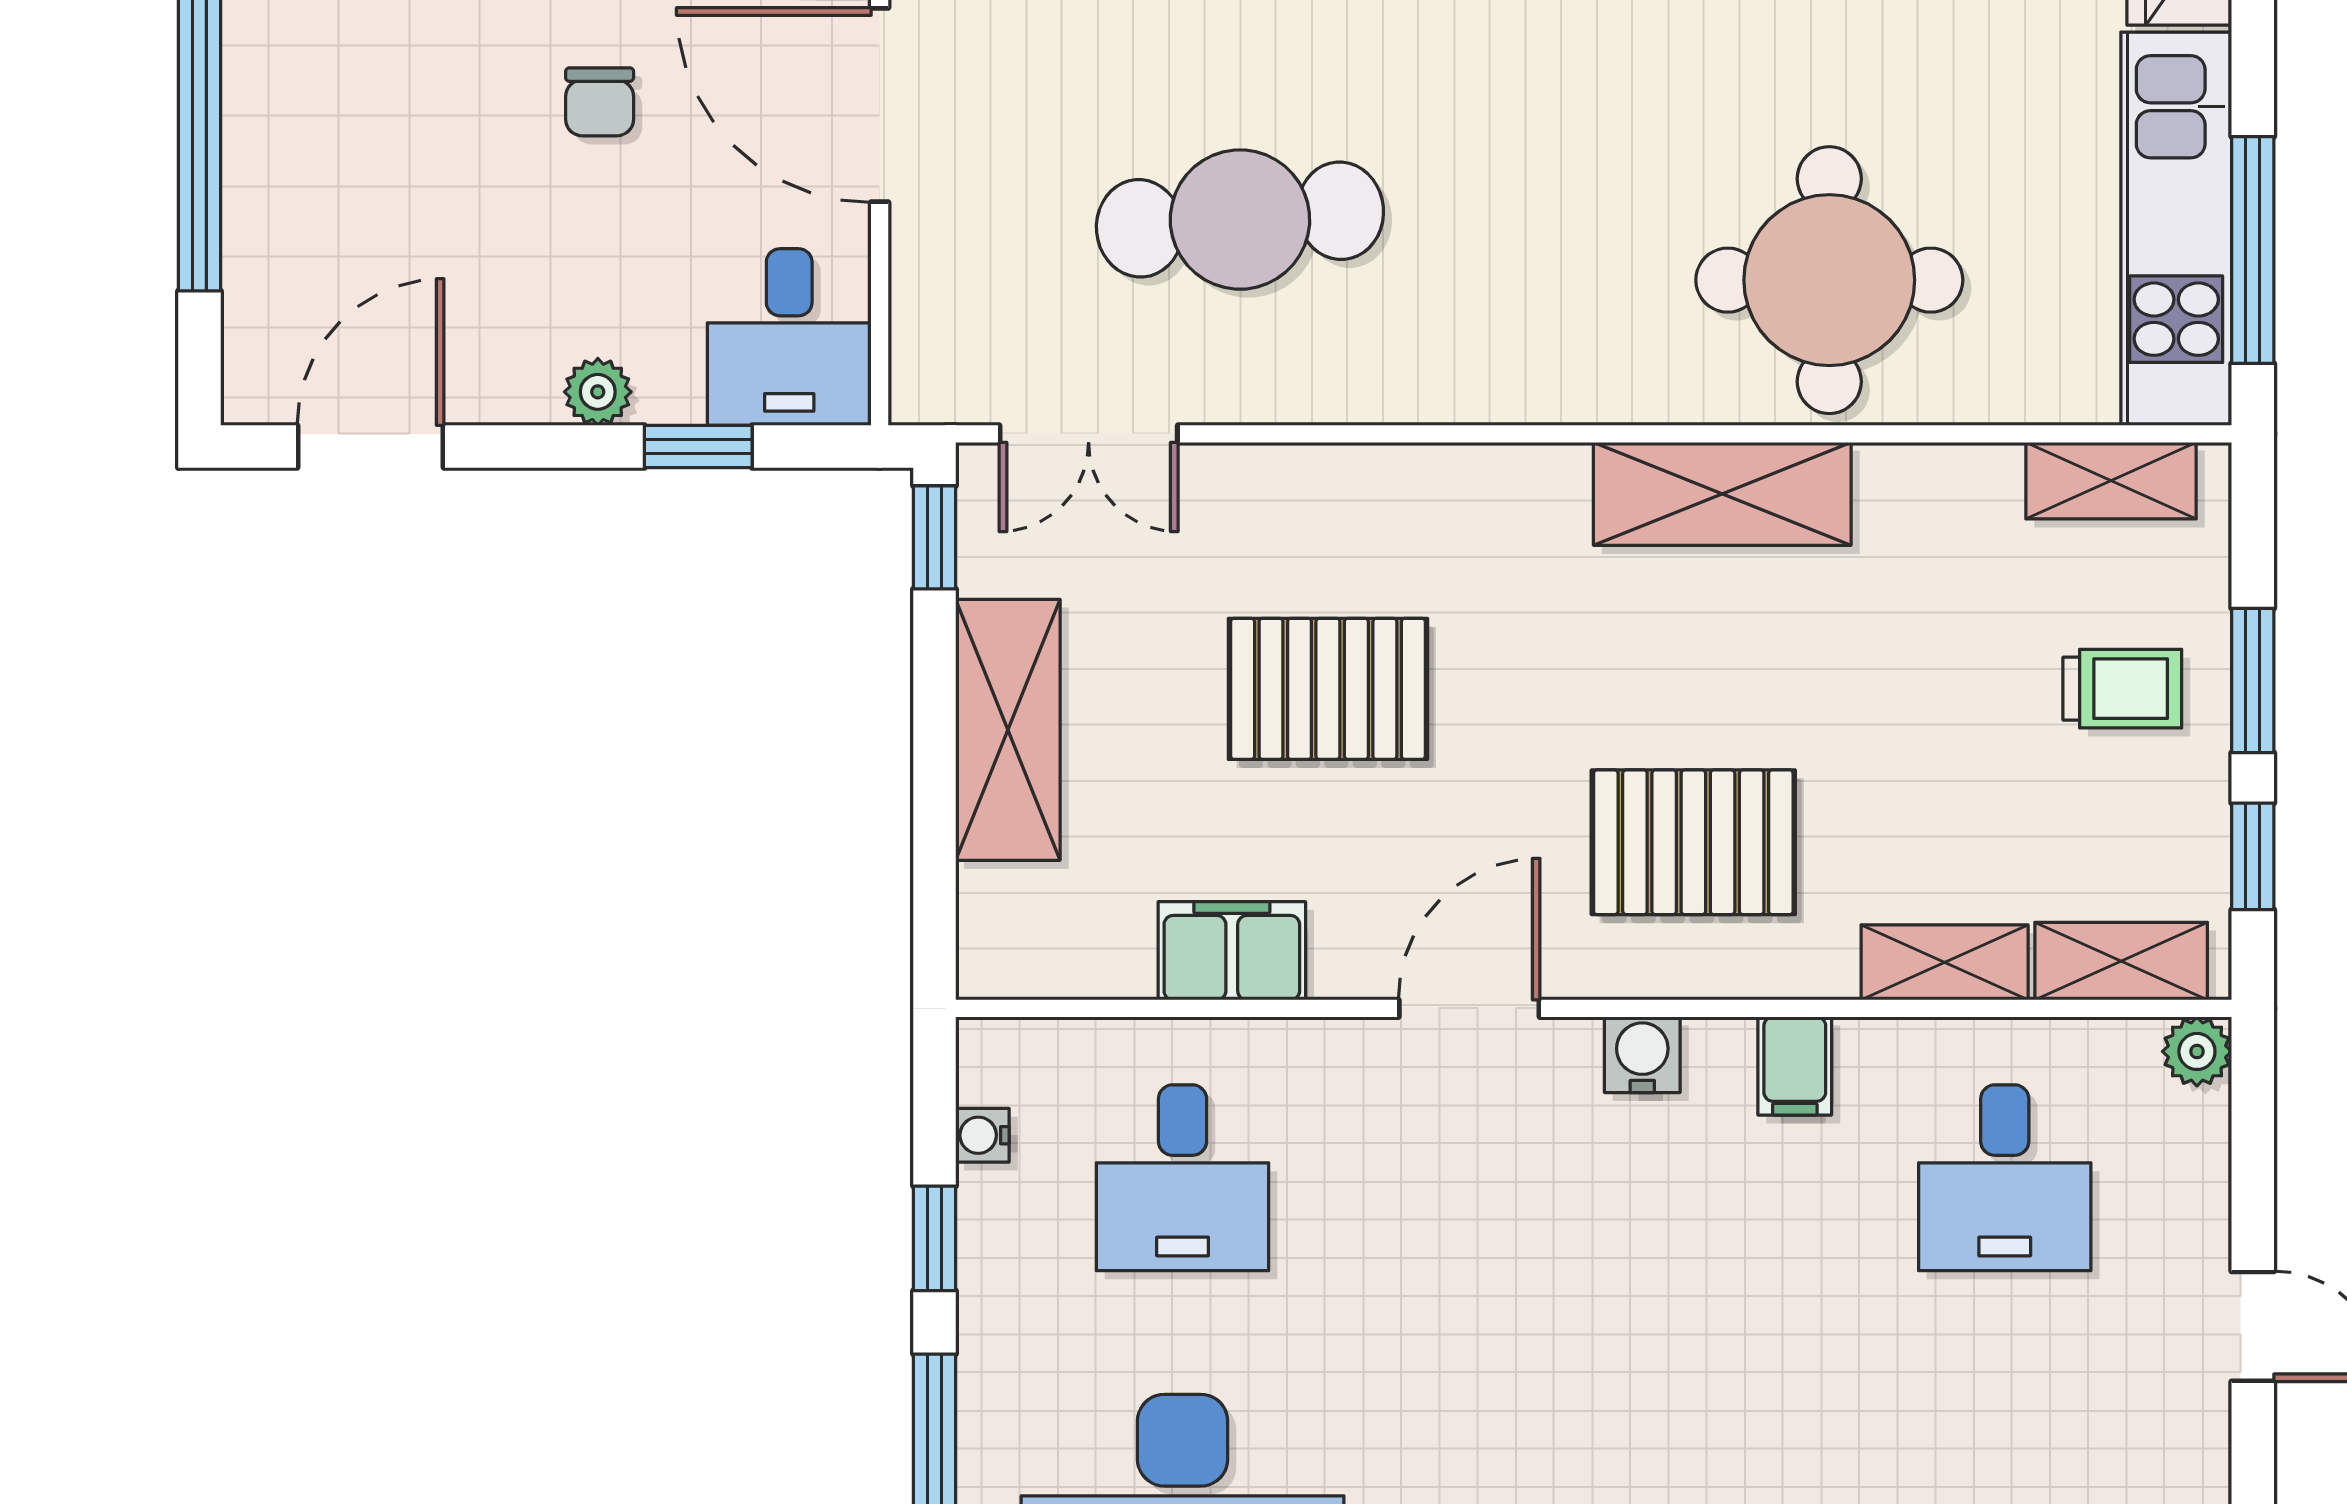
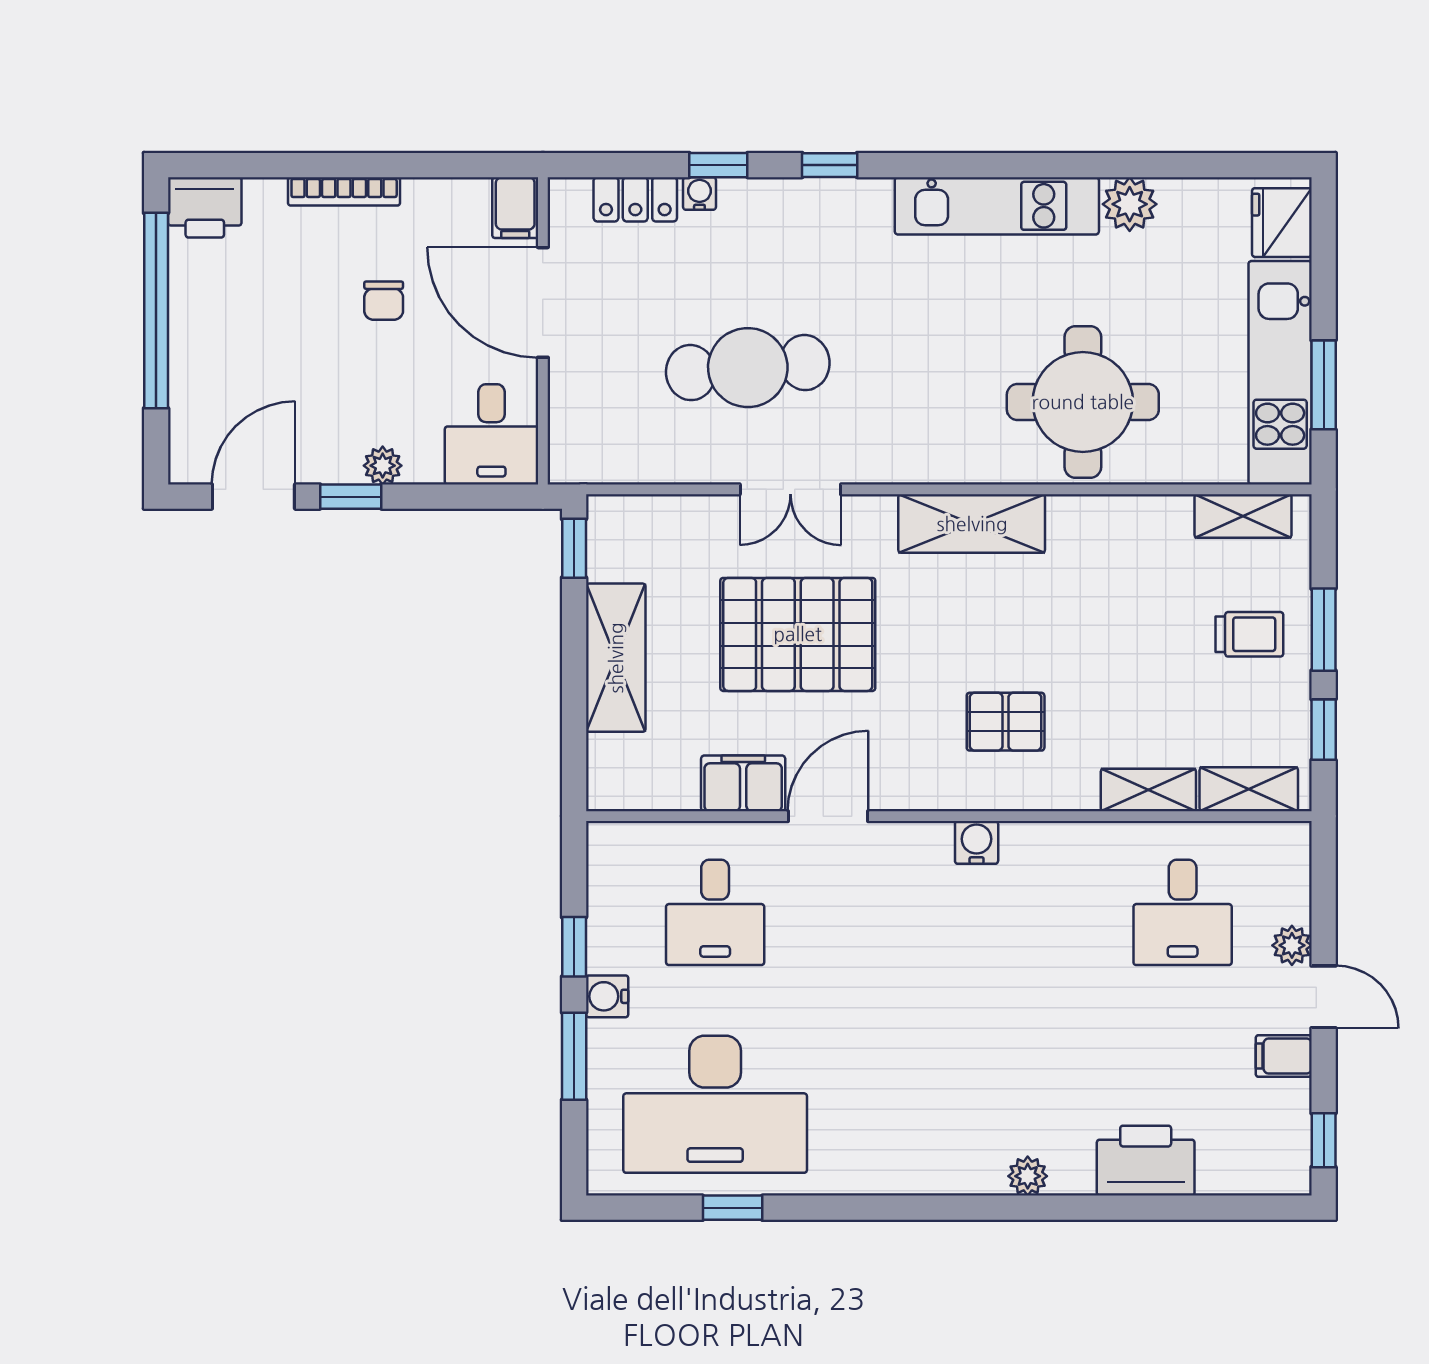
window: (2253, 250) -> (1324, 385), width x0.69
double door: (1089, 434) -> (790, 489), moved
window: (698, 446) -> (351, 497), moved
shelving: (1722, 494) -> (972, 524), moved
pallet: (1328, 689) -> (798, 634), width x1.37, depth x1.41
pallet: (1693, 842) -> (1006, 722), width x0.67, depth x0.71
door: (1469, 1008) -> (828, 816), moved
plant: (2197, 1051) -> (1292, 945), moved
filing cabinet: (1795, 1066) -> (1284, 1056), moved, turned 90
water cooler: (982, 1135) -> (607, 996), moved, width x1.38, depth x1.38

